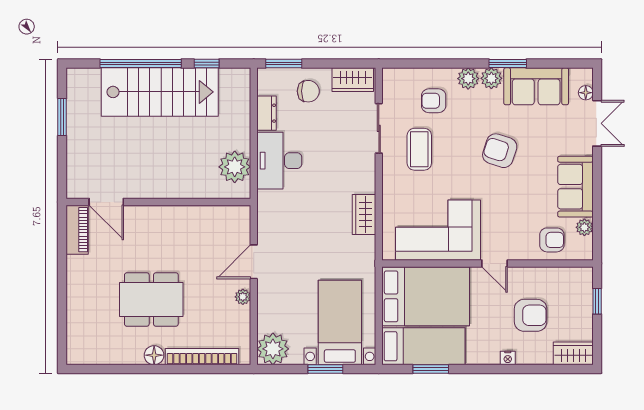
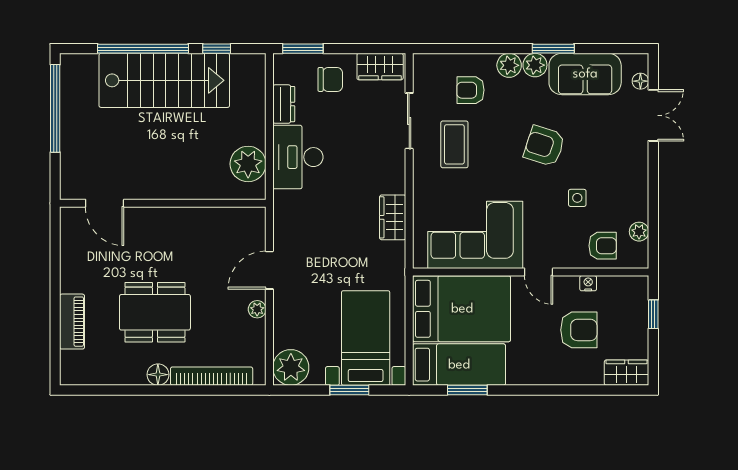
window: (62, 117) -> (55, 108), width x2.11
sofa: (575, 187) -> (629, 186), removed
side table: (529, 197) -> (577, 198), added
piano: (77, 230) -> (72, 322), moved
nightstand: (508, 358) -> (588, 283), moved, turned 180

